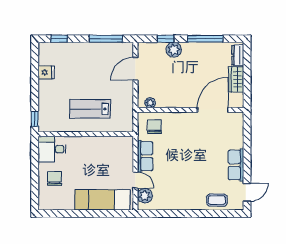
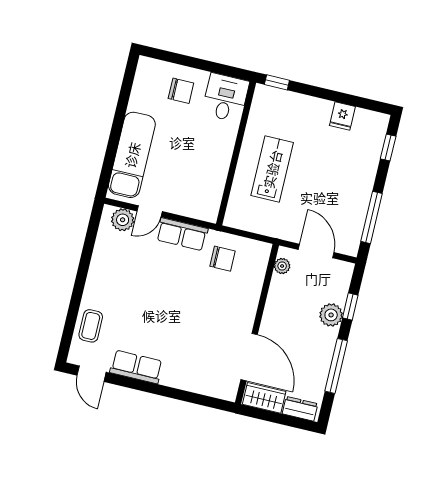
plant: (150, 103) -> (282, 266), moved
wall: (191, 110) -> (257, 324), moved
door: (213, 110) -> (249, 357), moved

